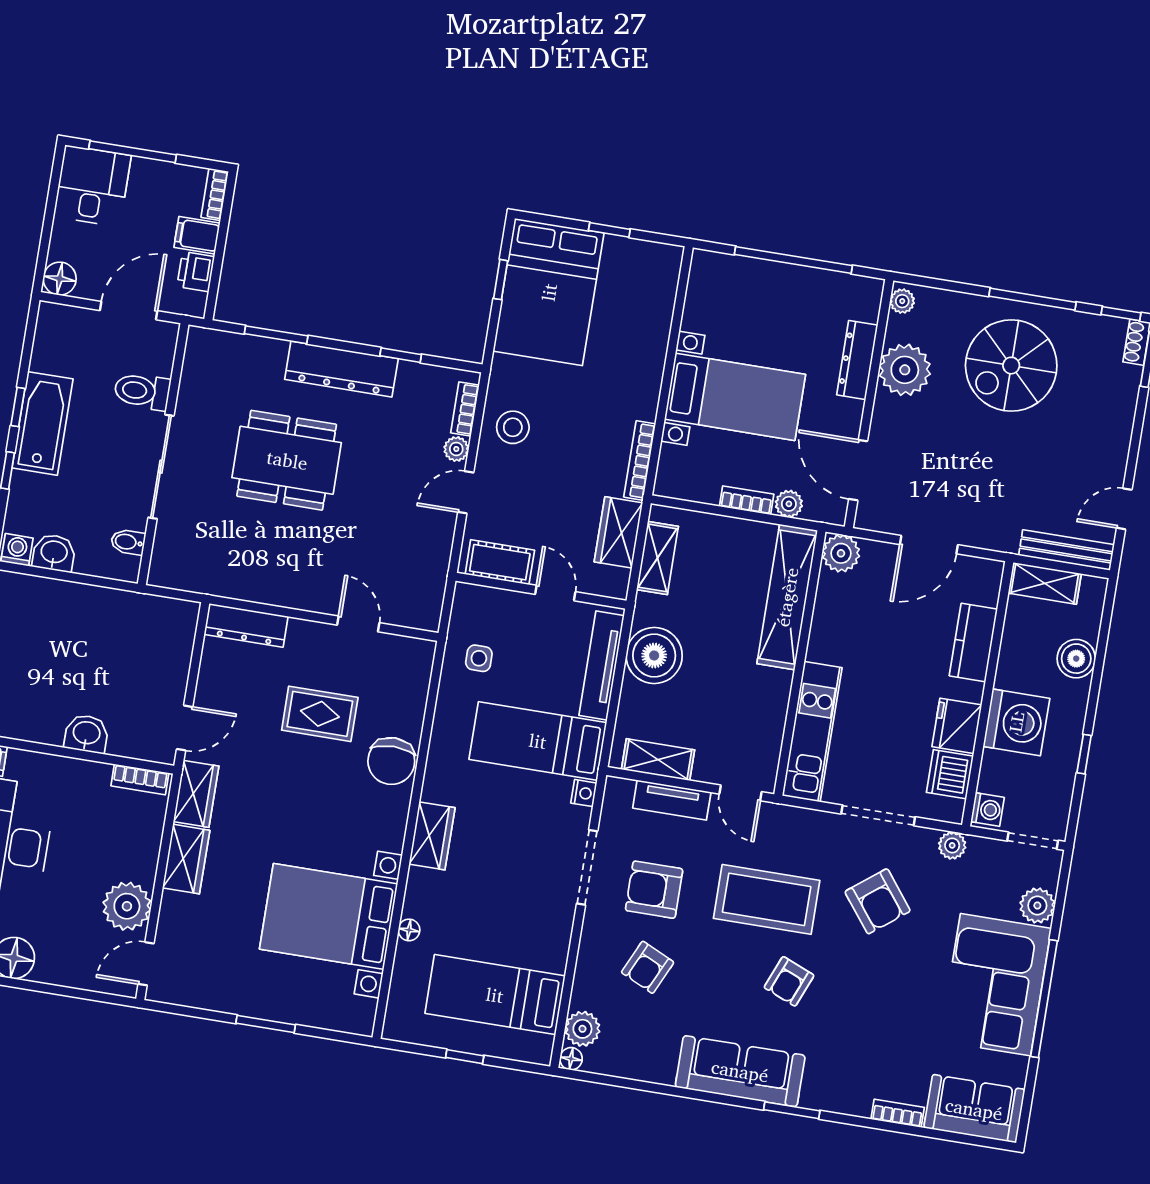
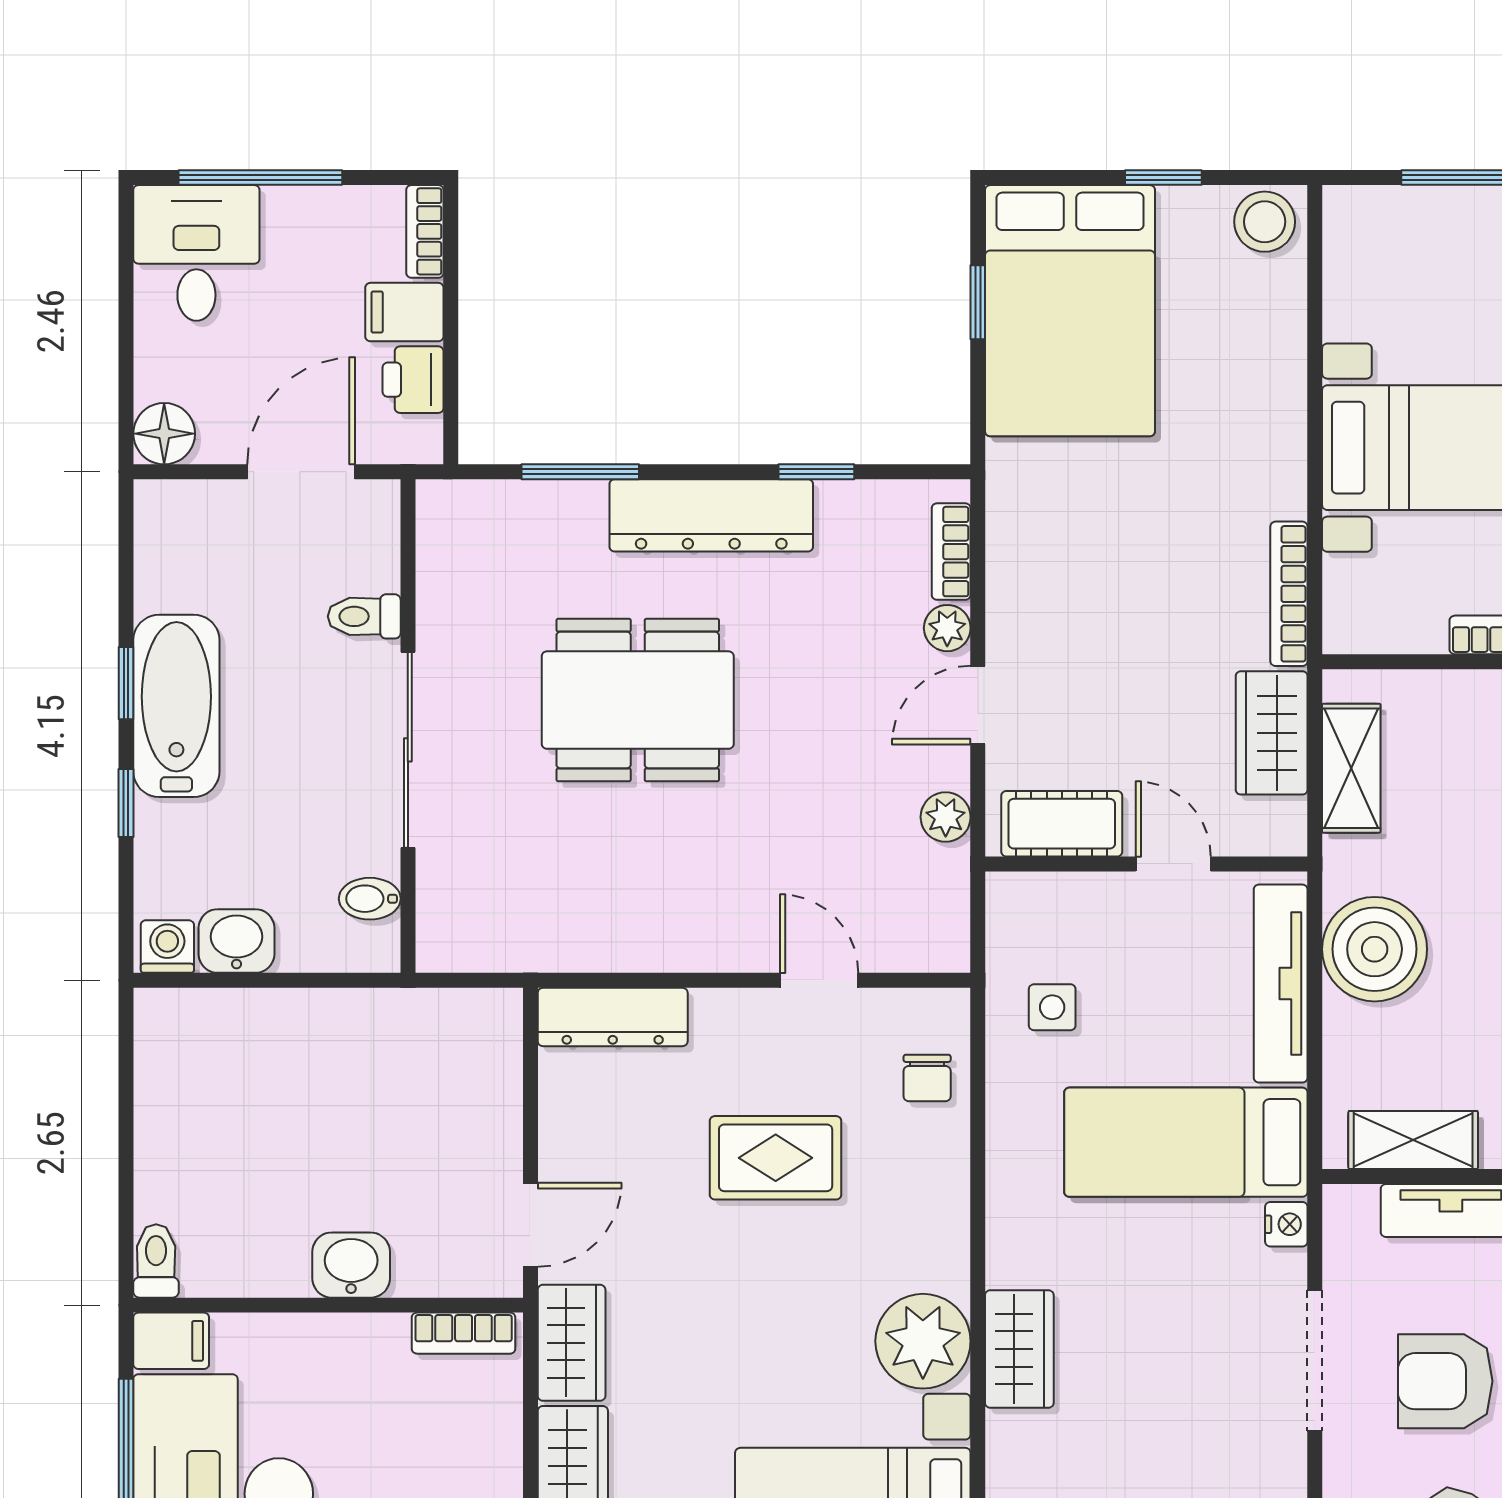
toilet: (142, 391) -> (364, 616), width x0.73, depth x0.72
stool: (513, 427) -> (1265, 222), moved
plant: (439, 549) -> (946, 817), added
chair: (391, 761) -> (927, 1078), moved, width x0.54, depth x0.54
plant: (382, 823) -> (923, 1341), added

